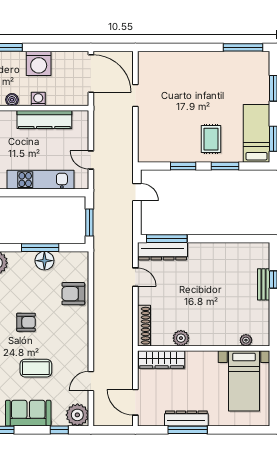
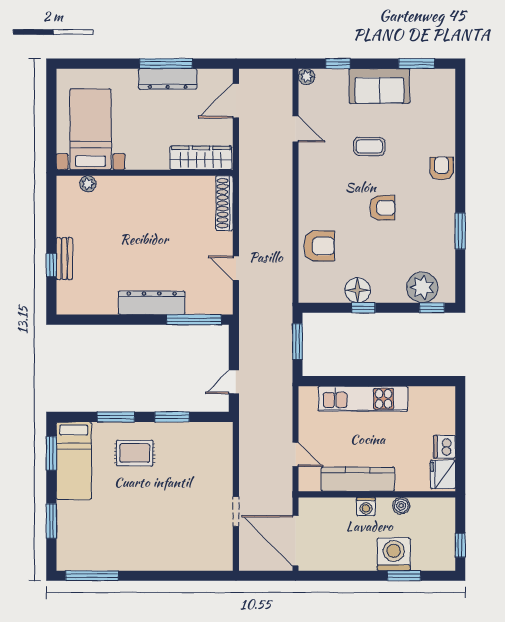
washing machine: (39, 63) -> (394, 554), moved
rug: (211, 139) -> (135, 453), turned 90
door: (91, 160) -> (295, 454), moved
door: (137, 192) -> (234, 382), hinge flipped
window: (40, 248) -> (363, 308), width x0.46
dresser: (162, 251) -> (152, 303), moved
armchair: (26, 322) -> (382, 208), turned 180
plant: (181, 338) -> (175, 187), removed
coffee table: (36, 368) -> (369, 146), width x0.73, depth x0.77
door: (91, 381) -> (295, 129), hinge flipped
door: (135, 402) -> (236, 101), swing flipped
plant: (77, 415) -> (307, 77), width x0.53, depth x0.53

